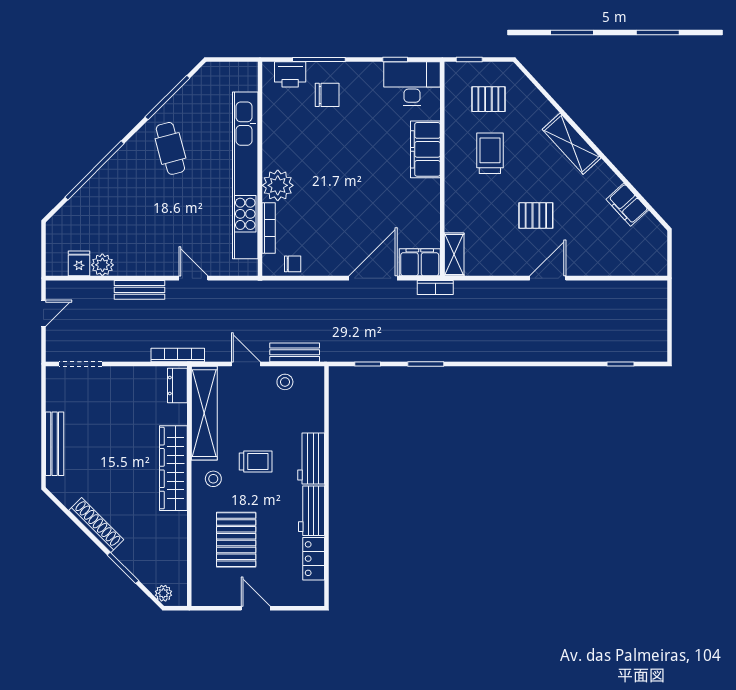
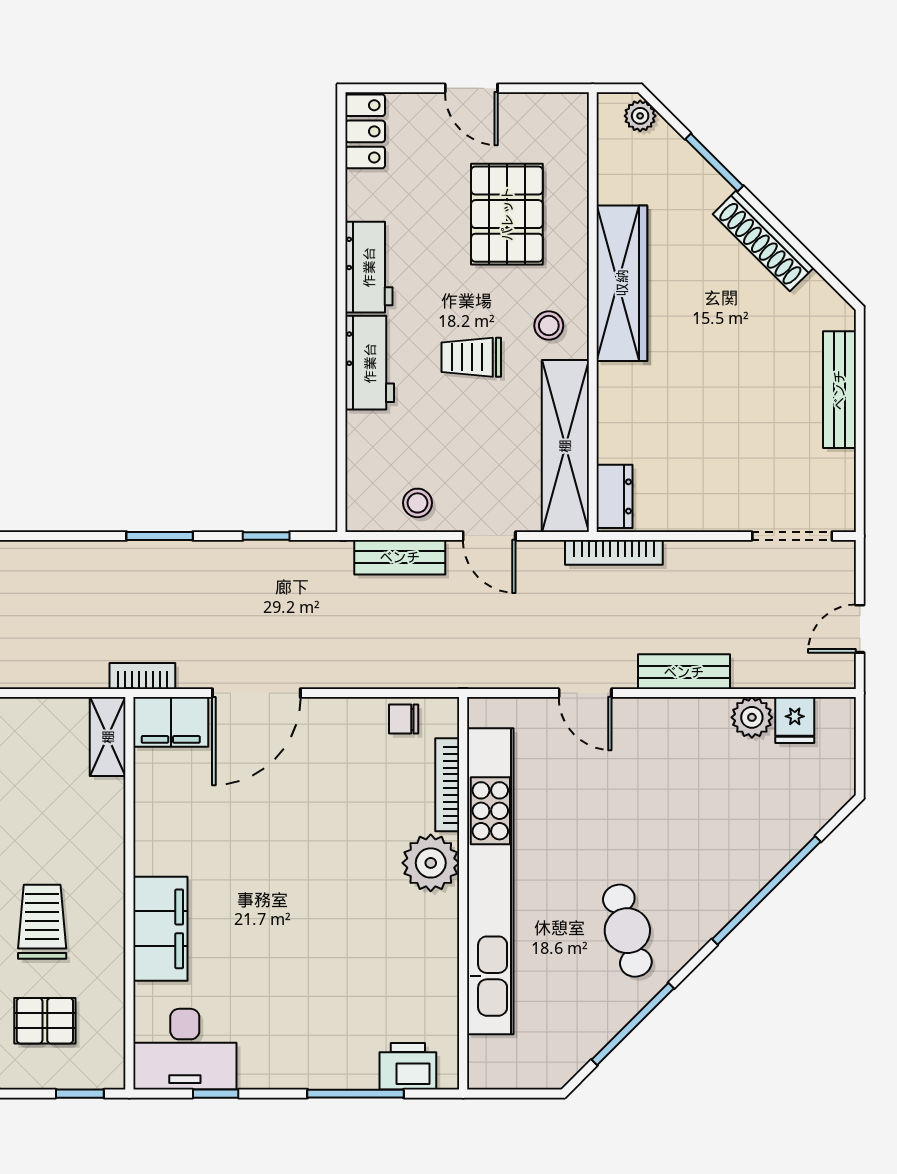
chair: (327, 95) -> (340, 1029), removed
trolley: (490, 153) -> (42, 922), turned 180
wardrobe: (173, 468) -> (622, 283), moved
locker: (314, 559) -> (365, 131), moved

